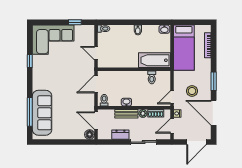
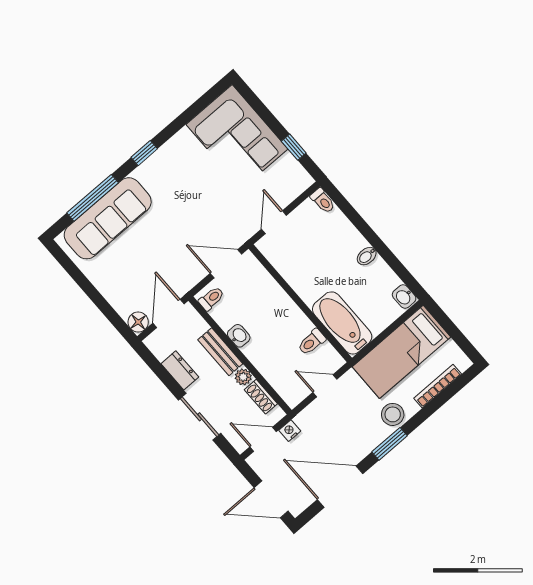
window: (30, 61) -> (144, 153), moved
stool: (192, 91) -> (393, 414), moved
door: (172, 97) -> (325, 386), moved
door: (214, 113) -> (340, 487), hinge flipped

